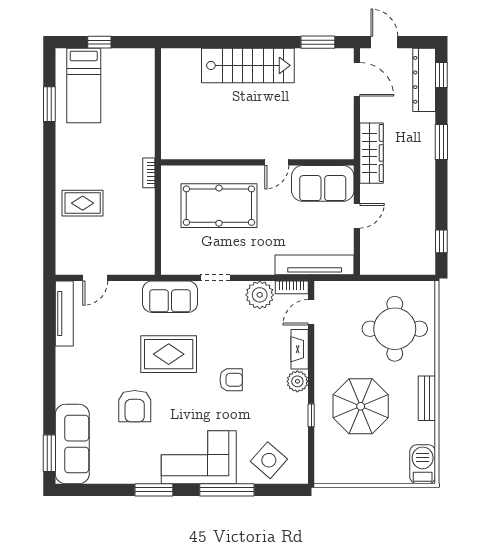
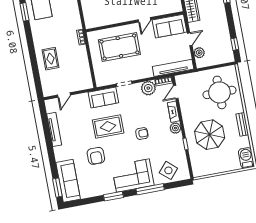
rug: (83, 203) -> (50, 59), turned 90
plant: (370, 245) -> (199, 53), added
tv unit: (64, 314) -> (54, 129), moved

